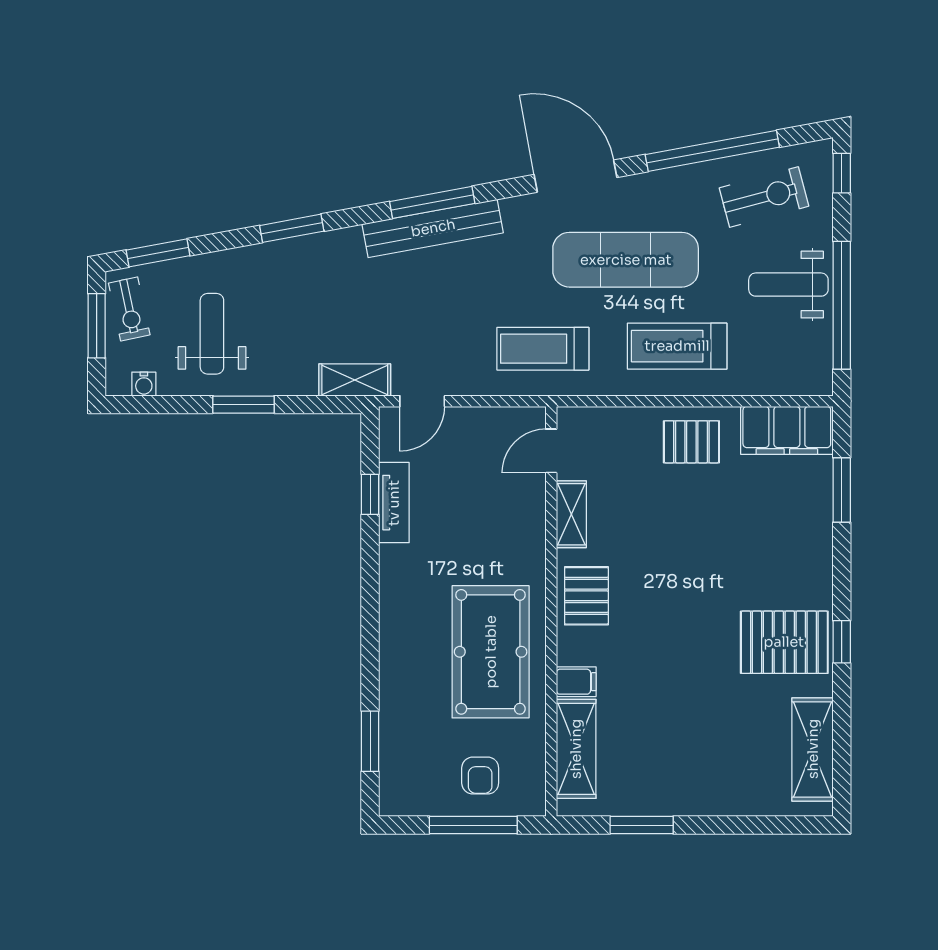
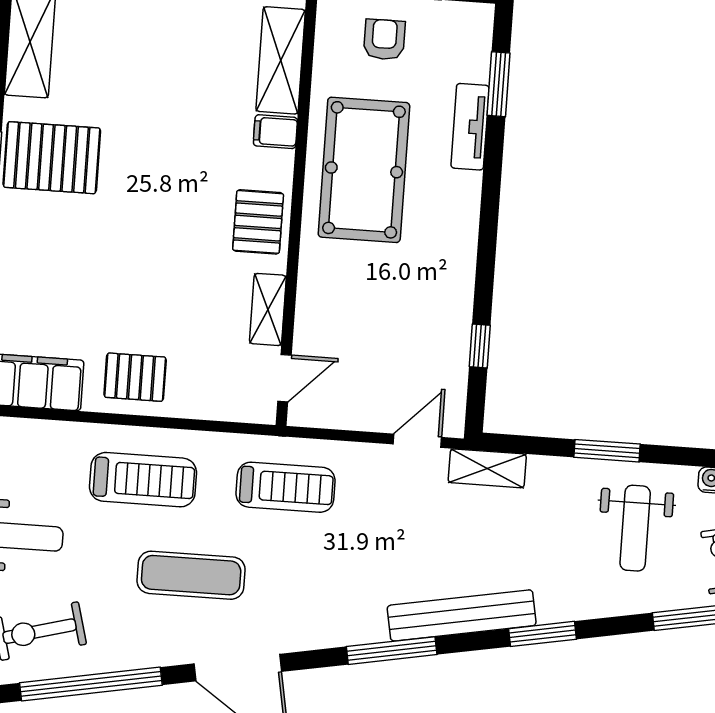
bench: (433, 228) -> (462, 615), moved
exercise mat: (626, 260) -> (191, 575), width x0.73, depth x0.69
tv unit: (394, 503) -> (470, 127), moved

